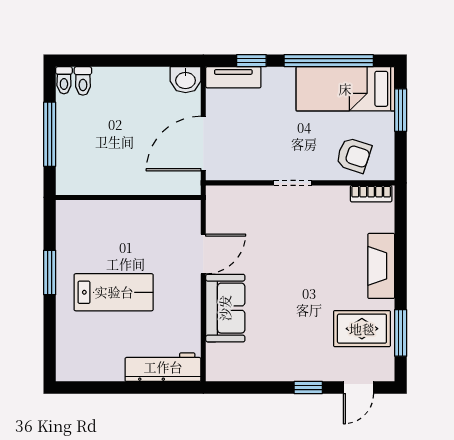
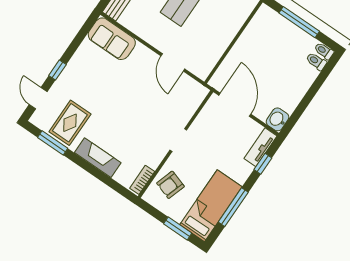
window: (329, 61) -> (233, 207), width x0.68
sofa: (225, 308) -> (112, 39), moved

